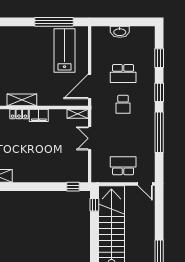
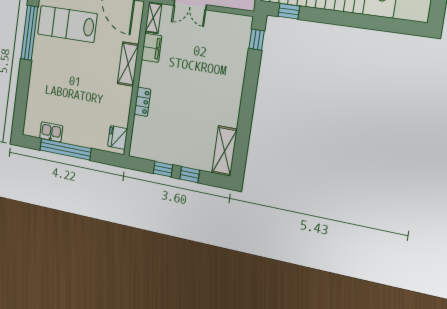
shelving: (22, 100) -> (128, 64), moved
filing cabinet: (39, 115) -> (152, 48), moved

